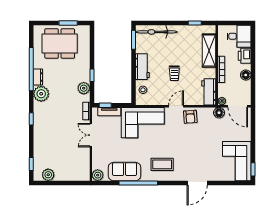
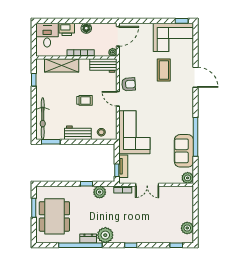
floor lamp: (219, 113) -> (124, 55), removed
coffee table: (162, 164) -> (164, 70), moved

